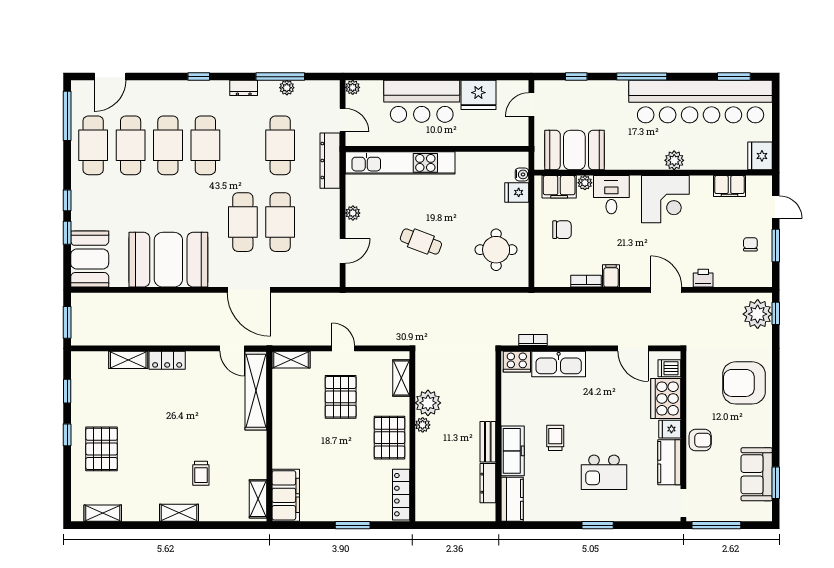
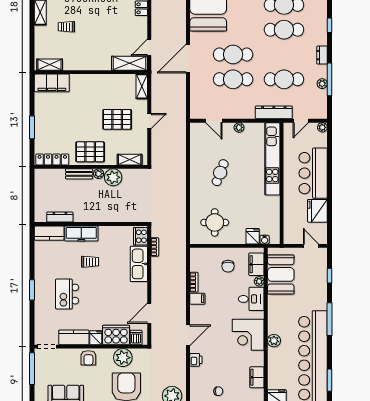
plant: (700, 388) -> (123, 358), added
shelving: (256, 391) -> (130, 63), width x0.68
bench: (488, 442) -> (79, 174), moved

